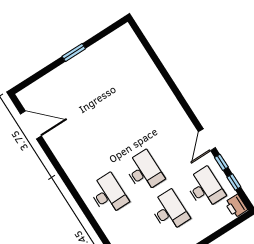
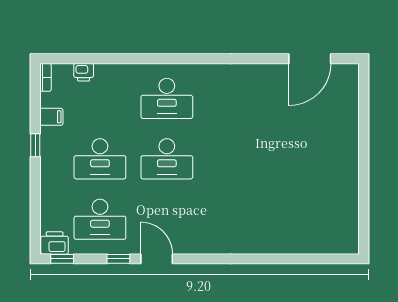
window: (74, 52) -> (364, 166), removed
window: (234, 182) -> (62, 259), moved

